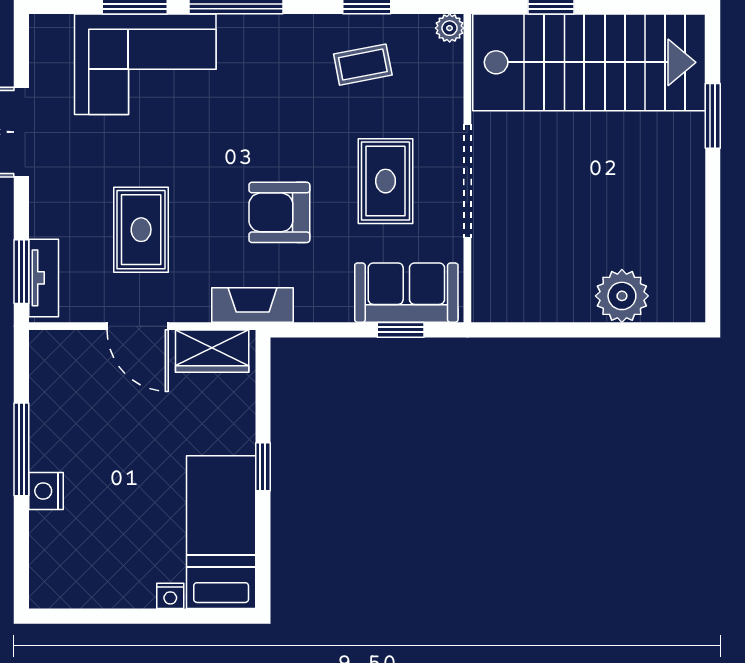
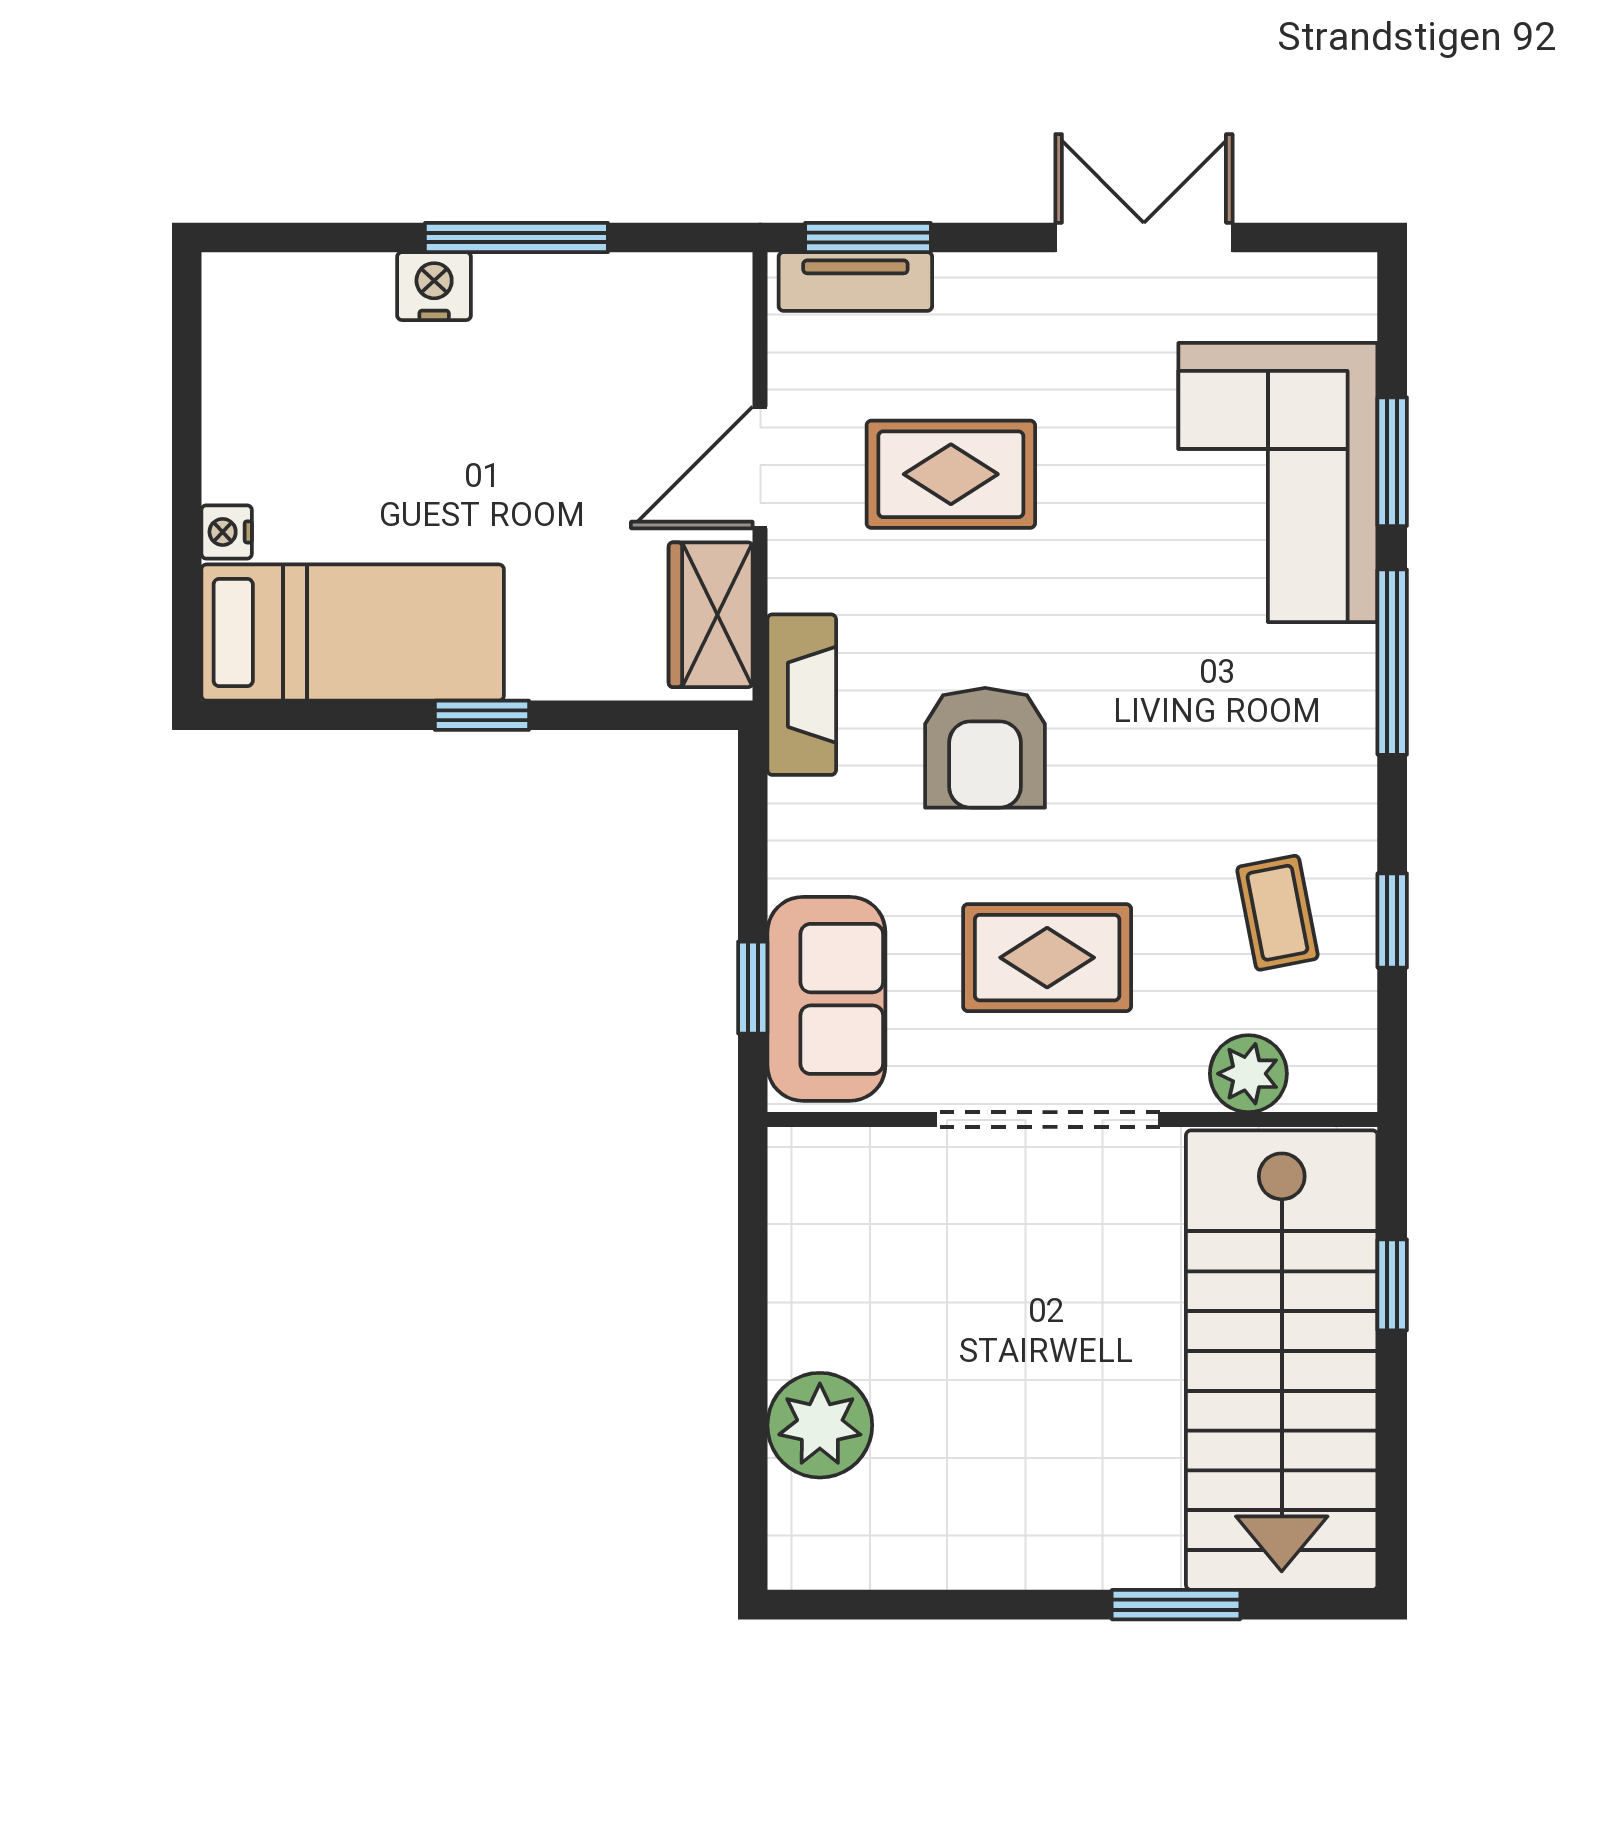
plant: (450, 28) -> (1248, 1074), moved, width x1.38, depth x1.38
armchair: (279, 212) -> (985, 748), turned 180

